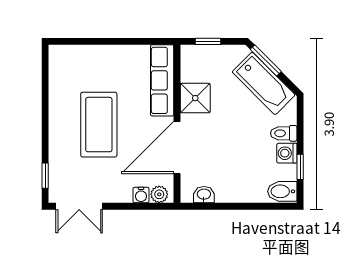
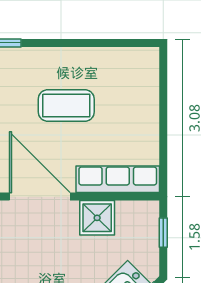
coffee table: (99, 125) -> (66, 106), width x0.73, depth x0.76

